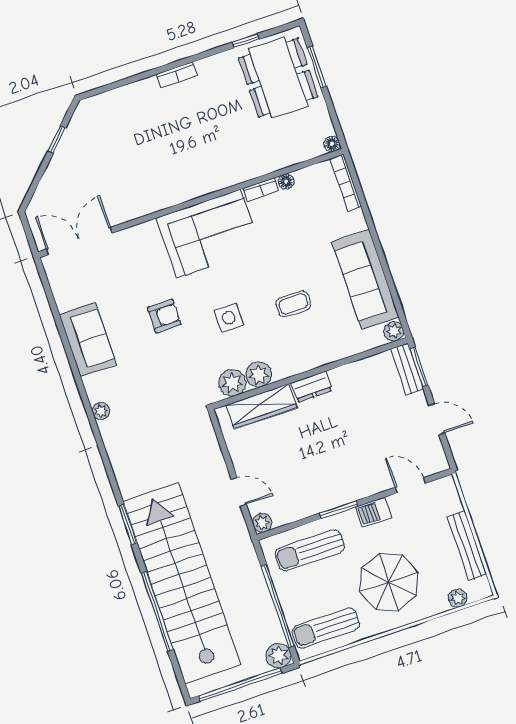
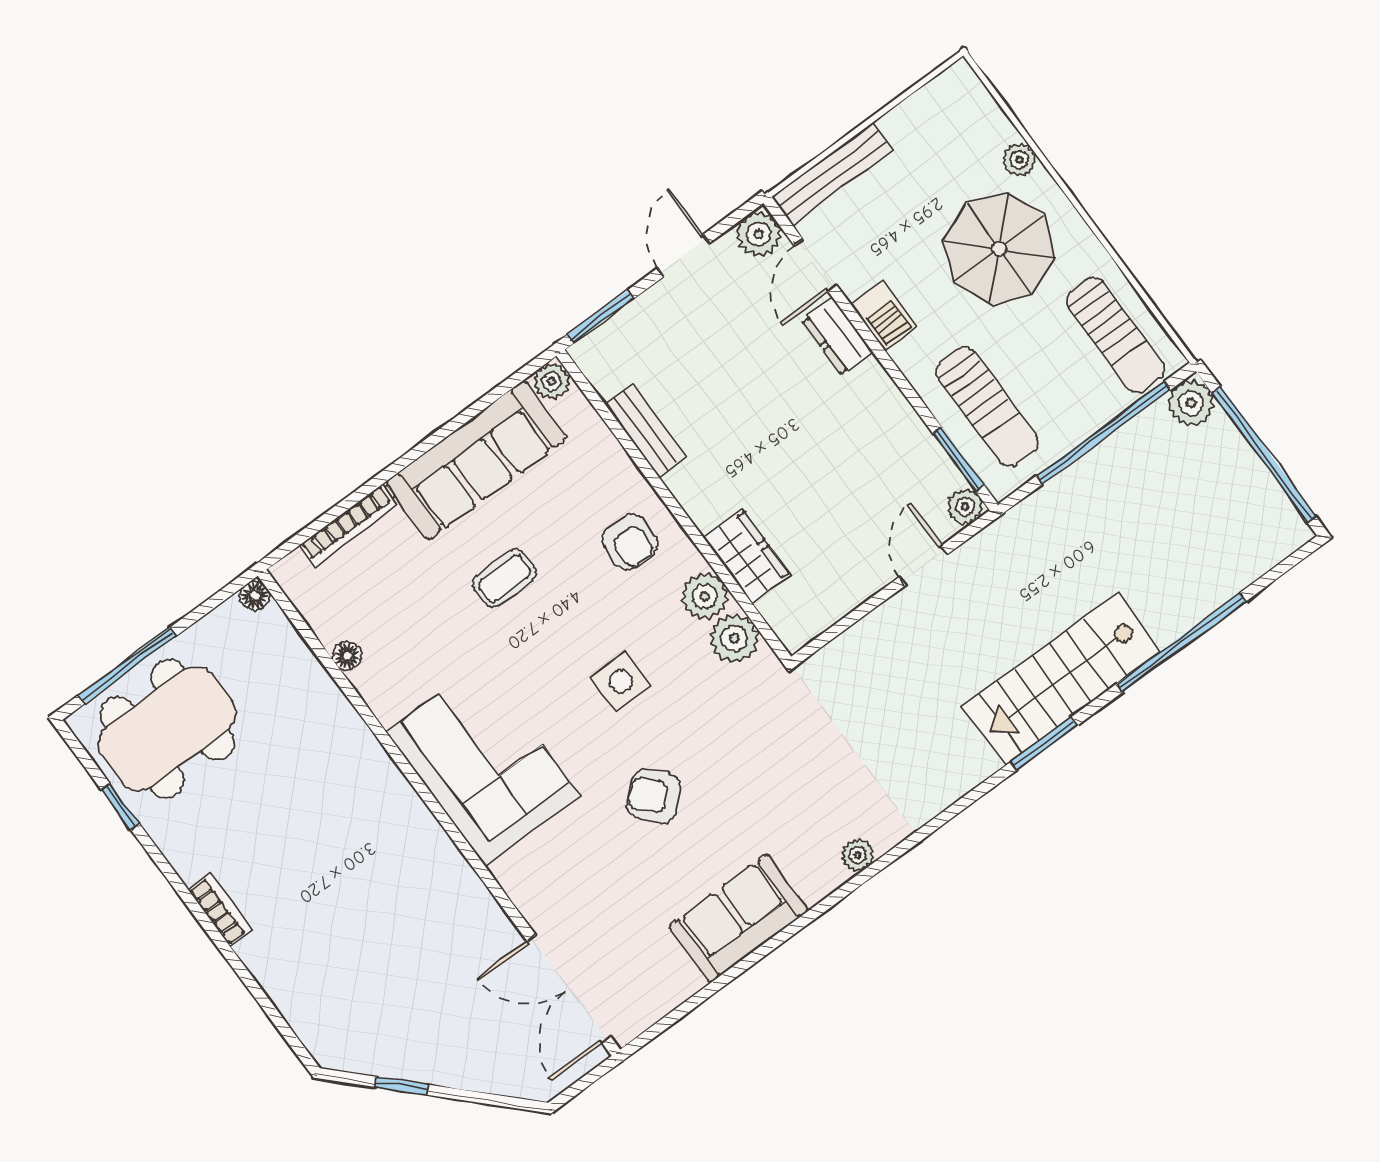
window: (317, 67) -> (127, 666), width x1.44
bookcase: (346, 183) -> (348, 525), moved
bookcase: (261, 189) -> (375, 696), removed
coffee table: (293, 304) -> (505, 578), moved, turned 90
armchair: (164, 316) -> (654, 796), turned -44
armchair: (299, 345) -> (630, 542), added
bench: (407, 369) -> (645, 430), moved, turned 90
dresser: (312, 387) -> (838, 336), moved, turned 180
wardrobe: (262, 406) -> (747, 557), width x0.67
plant: (436, 461) -> (759, 234), added
window: (339, 510) -> (959, 460), moved
bench: (467, 546) -> (832, 174), moved
stairs: (182, 583) -> (1061, 679), width x0.54, depth x0.66
plant: (458, 598) -> (1019, 160), moved

